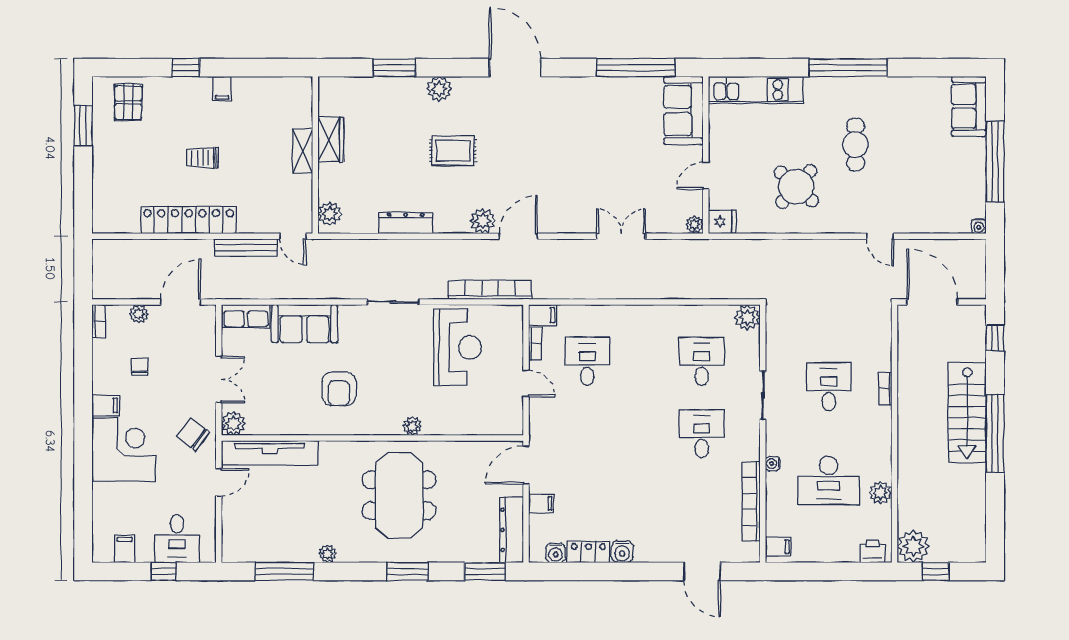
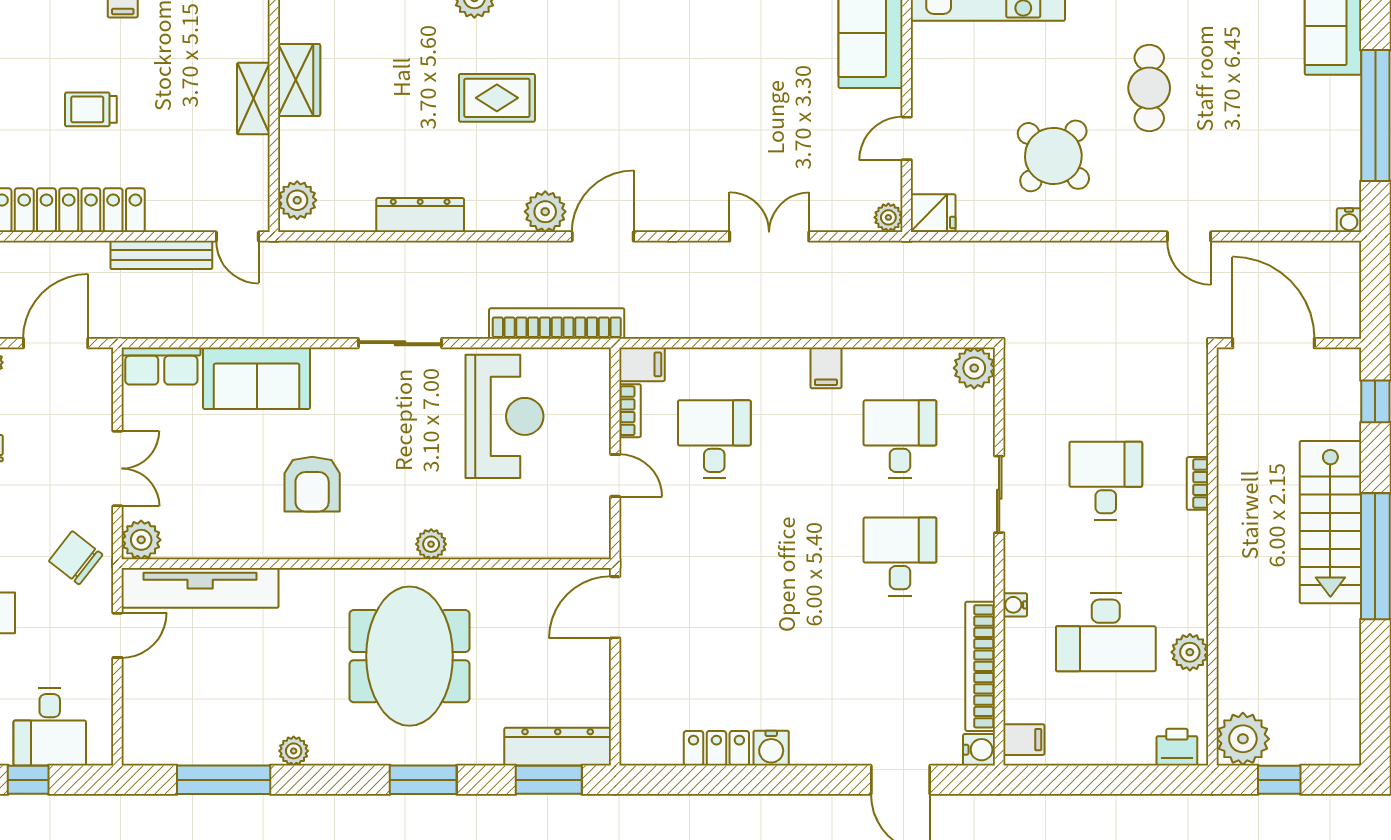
filing cabinet: (541, 503) -> (826, 368), moved, turned 90
dresser: (512, 530) -> (558, 747), moved, turned 90
water cooler: (556, 553) -> (979, 750), moved, turned -90

